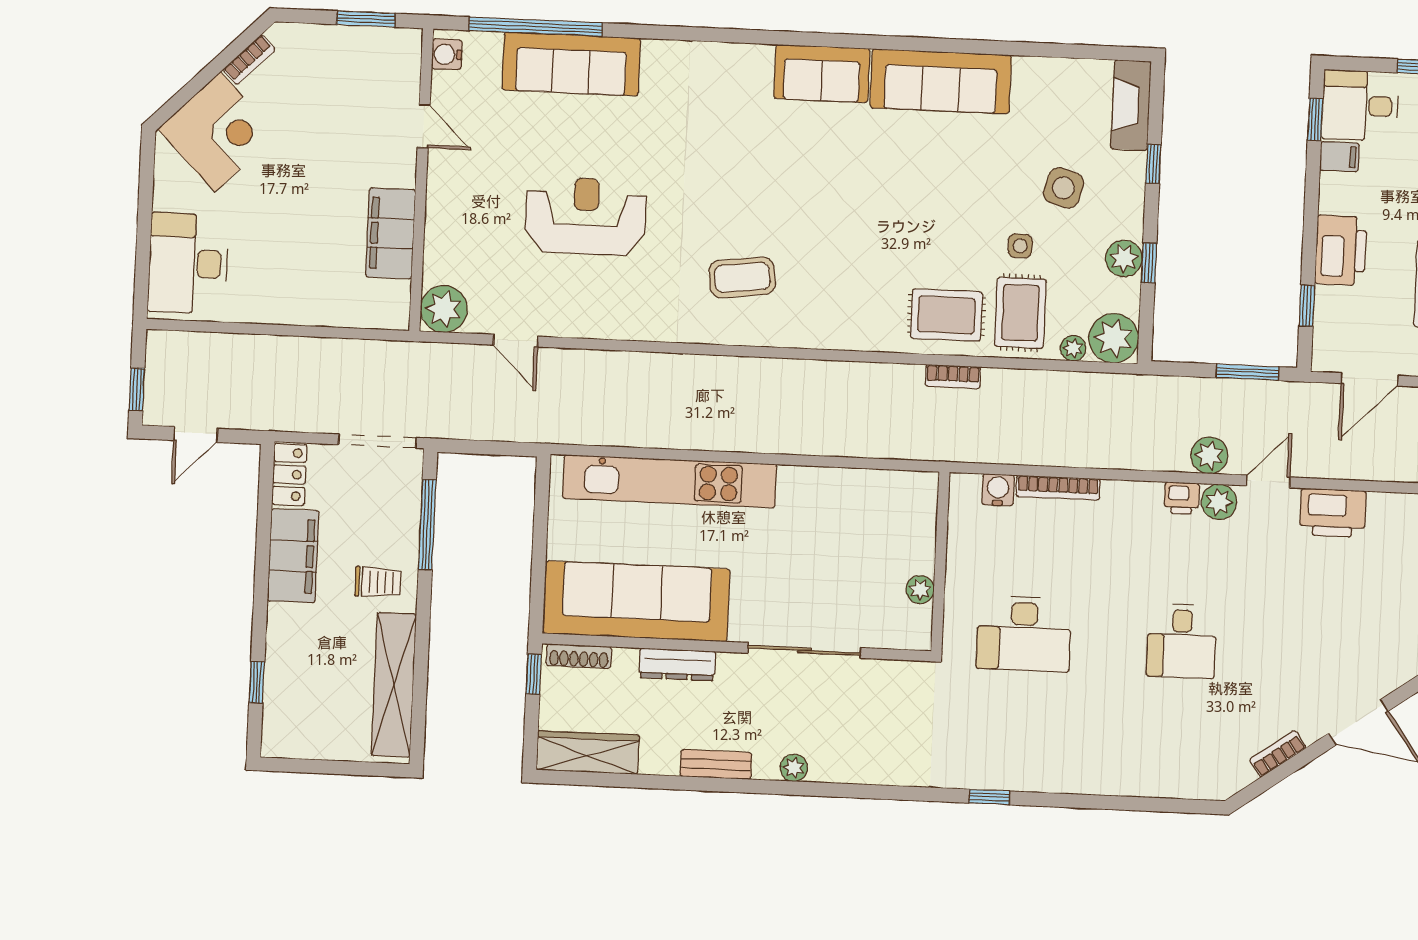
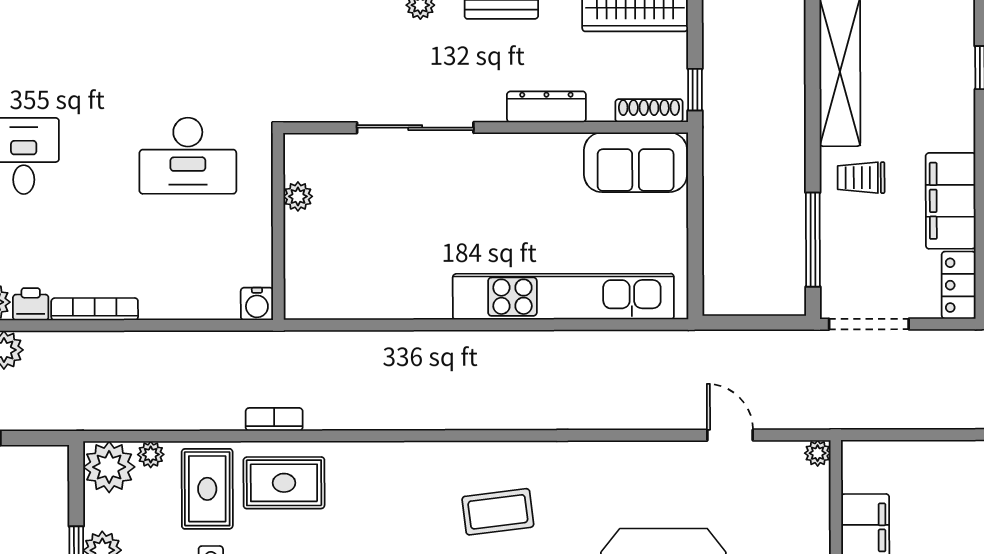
plant: (444, 309) -> (818, 453), width x0.53, depth x0.53
bookcase: (1058, 488) -> (95, 309), moved
water cooler: (998, 490) -> (257, 304), moved
sofa: (637, 601) -> (636, 162), width x0.54, depth x0.79
desk: (1024, 634) -> (188, 156), turned 180

